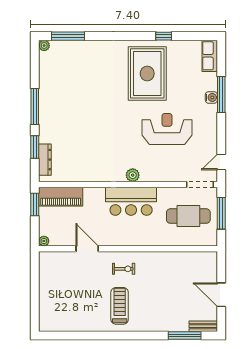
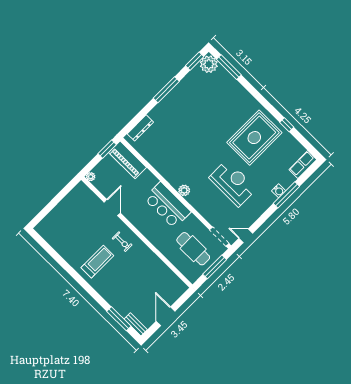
plant: (44, 46) -> (209, 64), width x1.88, depth x1.88
window: (35, 147) -> (195, 61), moved

